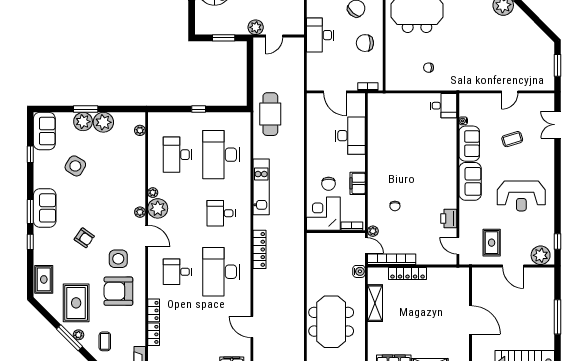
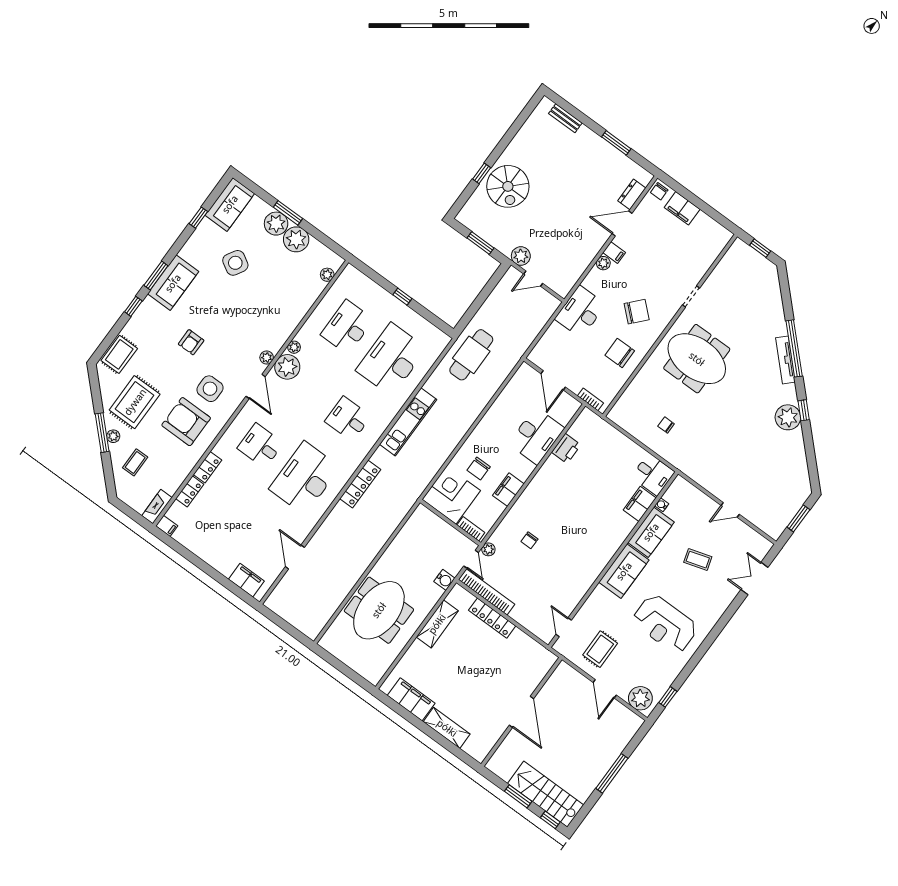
filing cabinet: (449, 131) -> (640, 504), added
printer: (449, 218) -> (566, 449), moved, turned 180
armchair: (84, 238) -> (191, 342), turned 55

